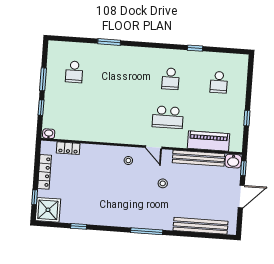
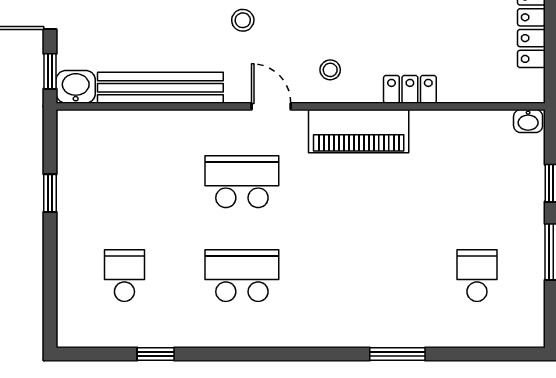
window: (195, 48) -> (156, 354), moved
school desk: (171, 79) -> (242, 276), width x1.85
piano: (208, 141) -> (359, 131), moved
locker: (68, 148) -> (410, 89), moved

